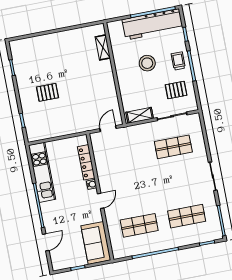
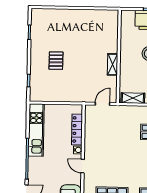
shelving: (103, 47) -> (113, 64), moved
pallet: (47, 92) -> (56, 61), turned 90
door: (101, 201) -> (83, 166), swing flipped

